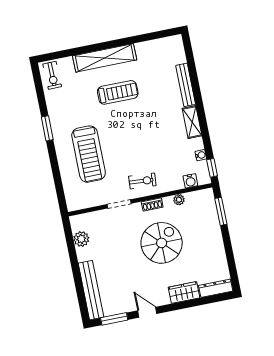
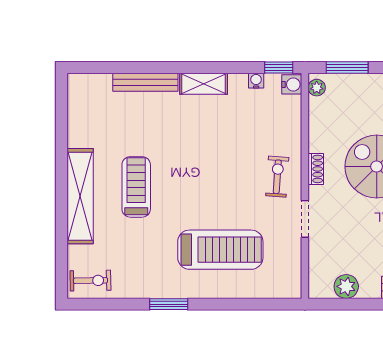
water cooler: (190, 181) -> (292, 84), moved
plant: (179, 200) -> (317, 88), moved

